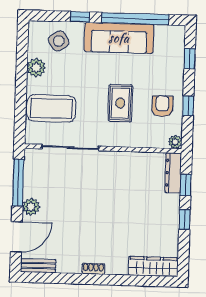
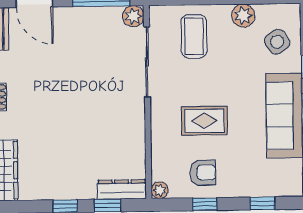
coffee table: (51, 108) -> (194, 36), width x0.73, depth x0.76
plant: (31, 207) -> (133, 16), moved

